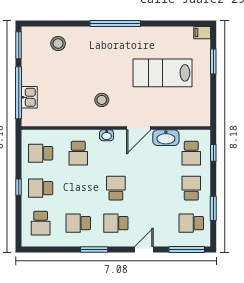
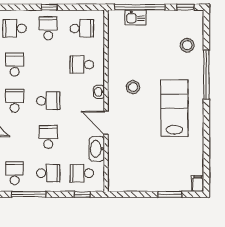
window: (115, 24) -> (206, 75), moved
window: (19, 45) -> (186, 7), width x0.67
lab bench: (163, 73) -> (174, 108), moved
school desk: (41, 153) -> (82, 28), turned 90
school desk: (154, 188) -> (48, 137), added
window: (213, 208) -> (29, 194), width x1.44

